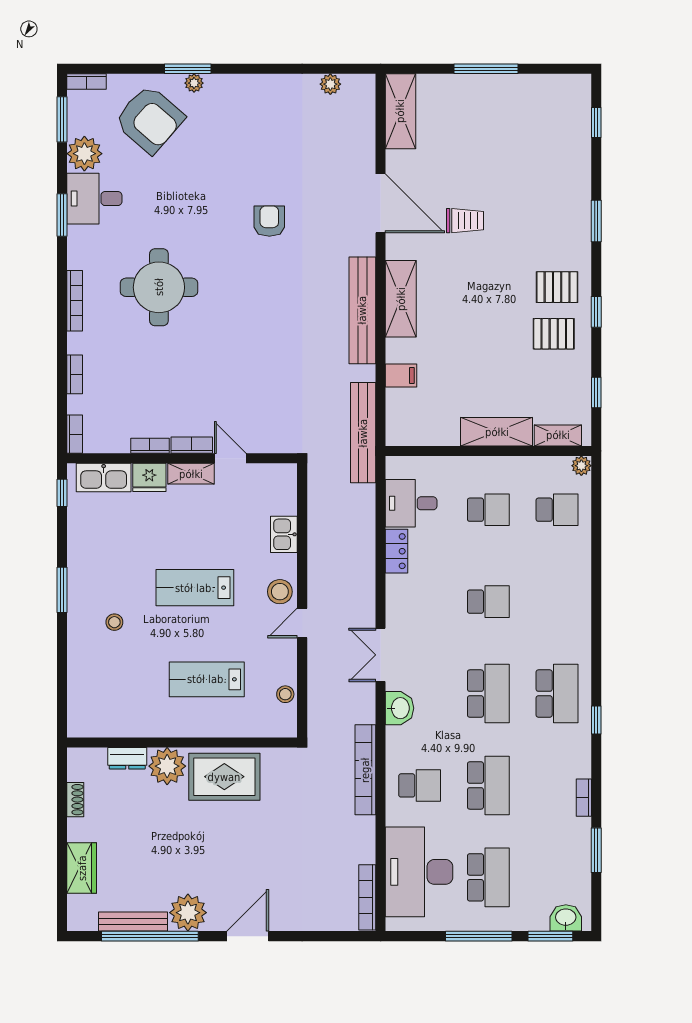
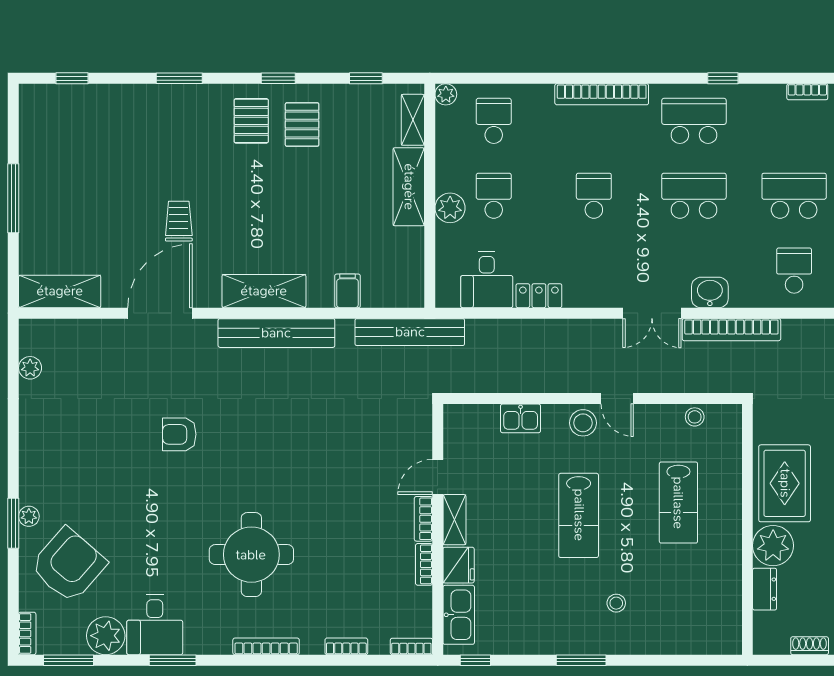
plant: (477, 470) -> (450, 208), added
bookcase: (582, 609) -> (602, 94), added
bookcase: (365, 770) -> (731, 330), moved

